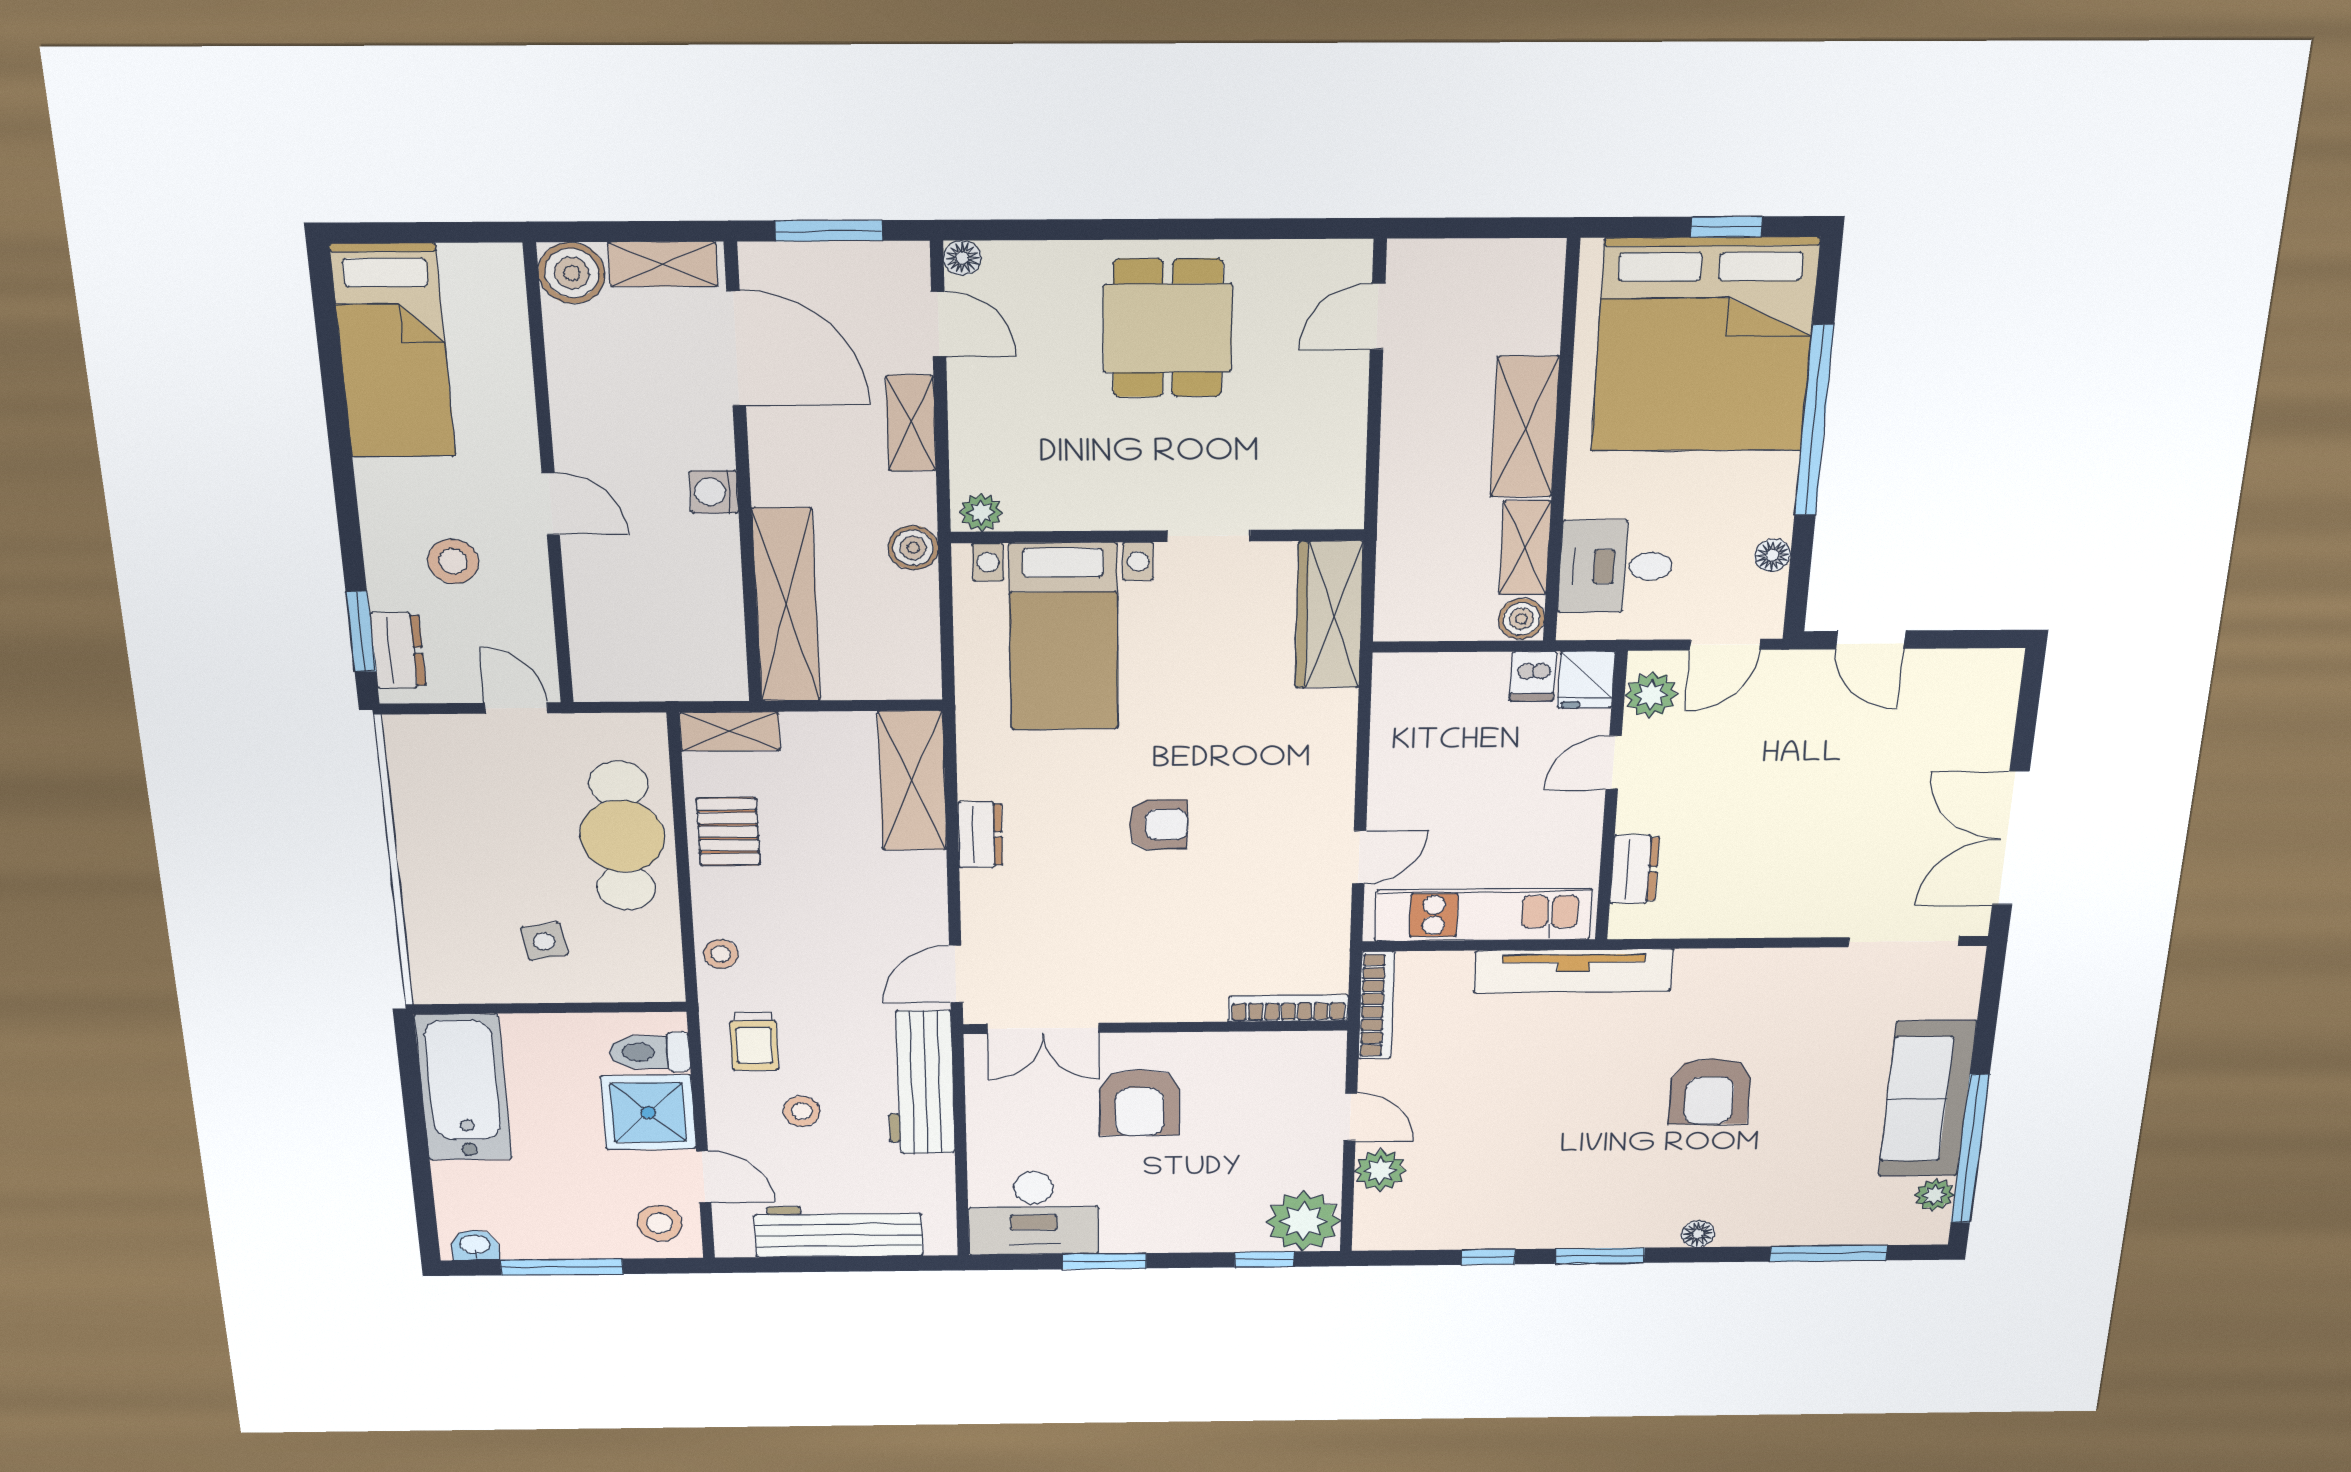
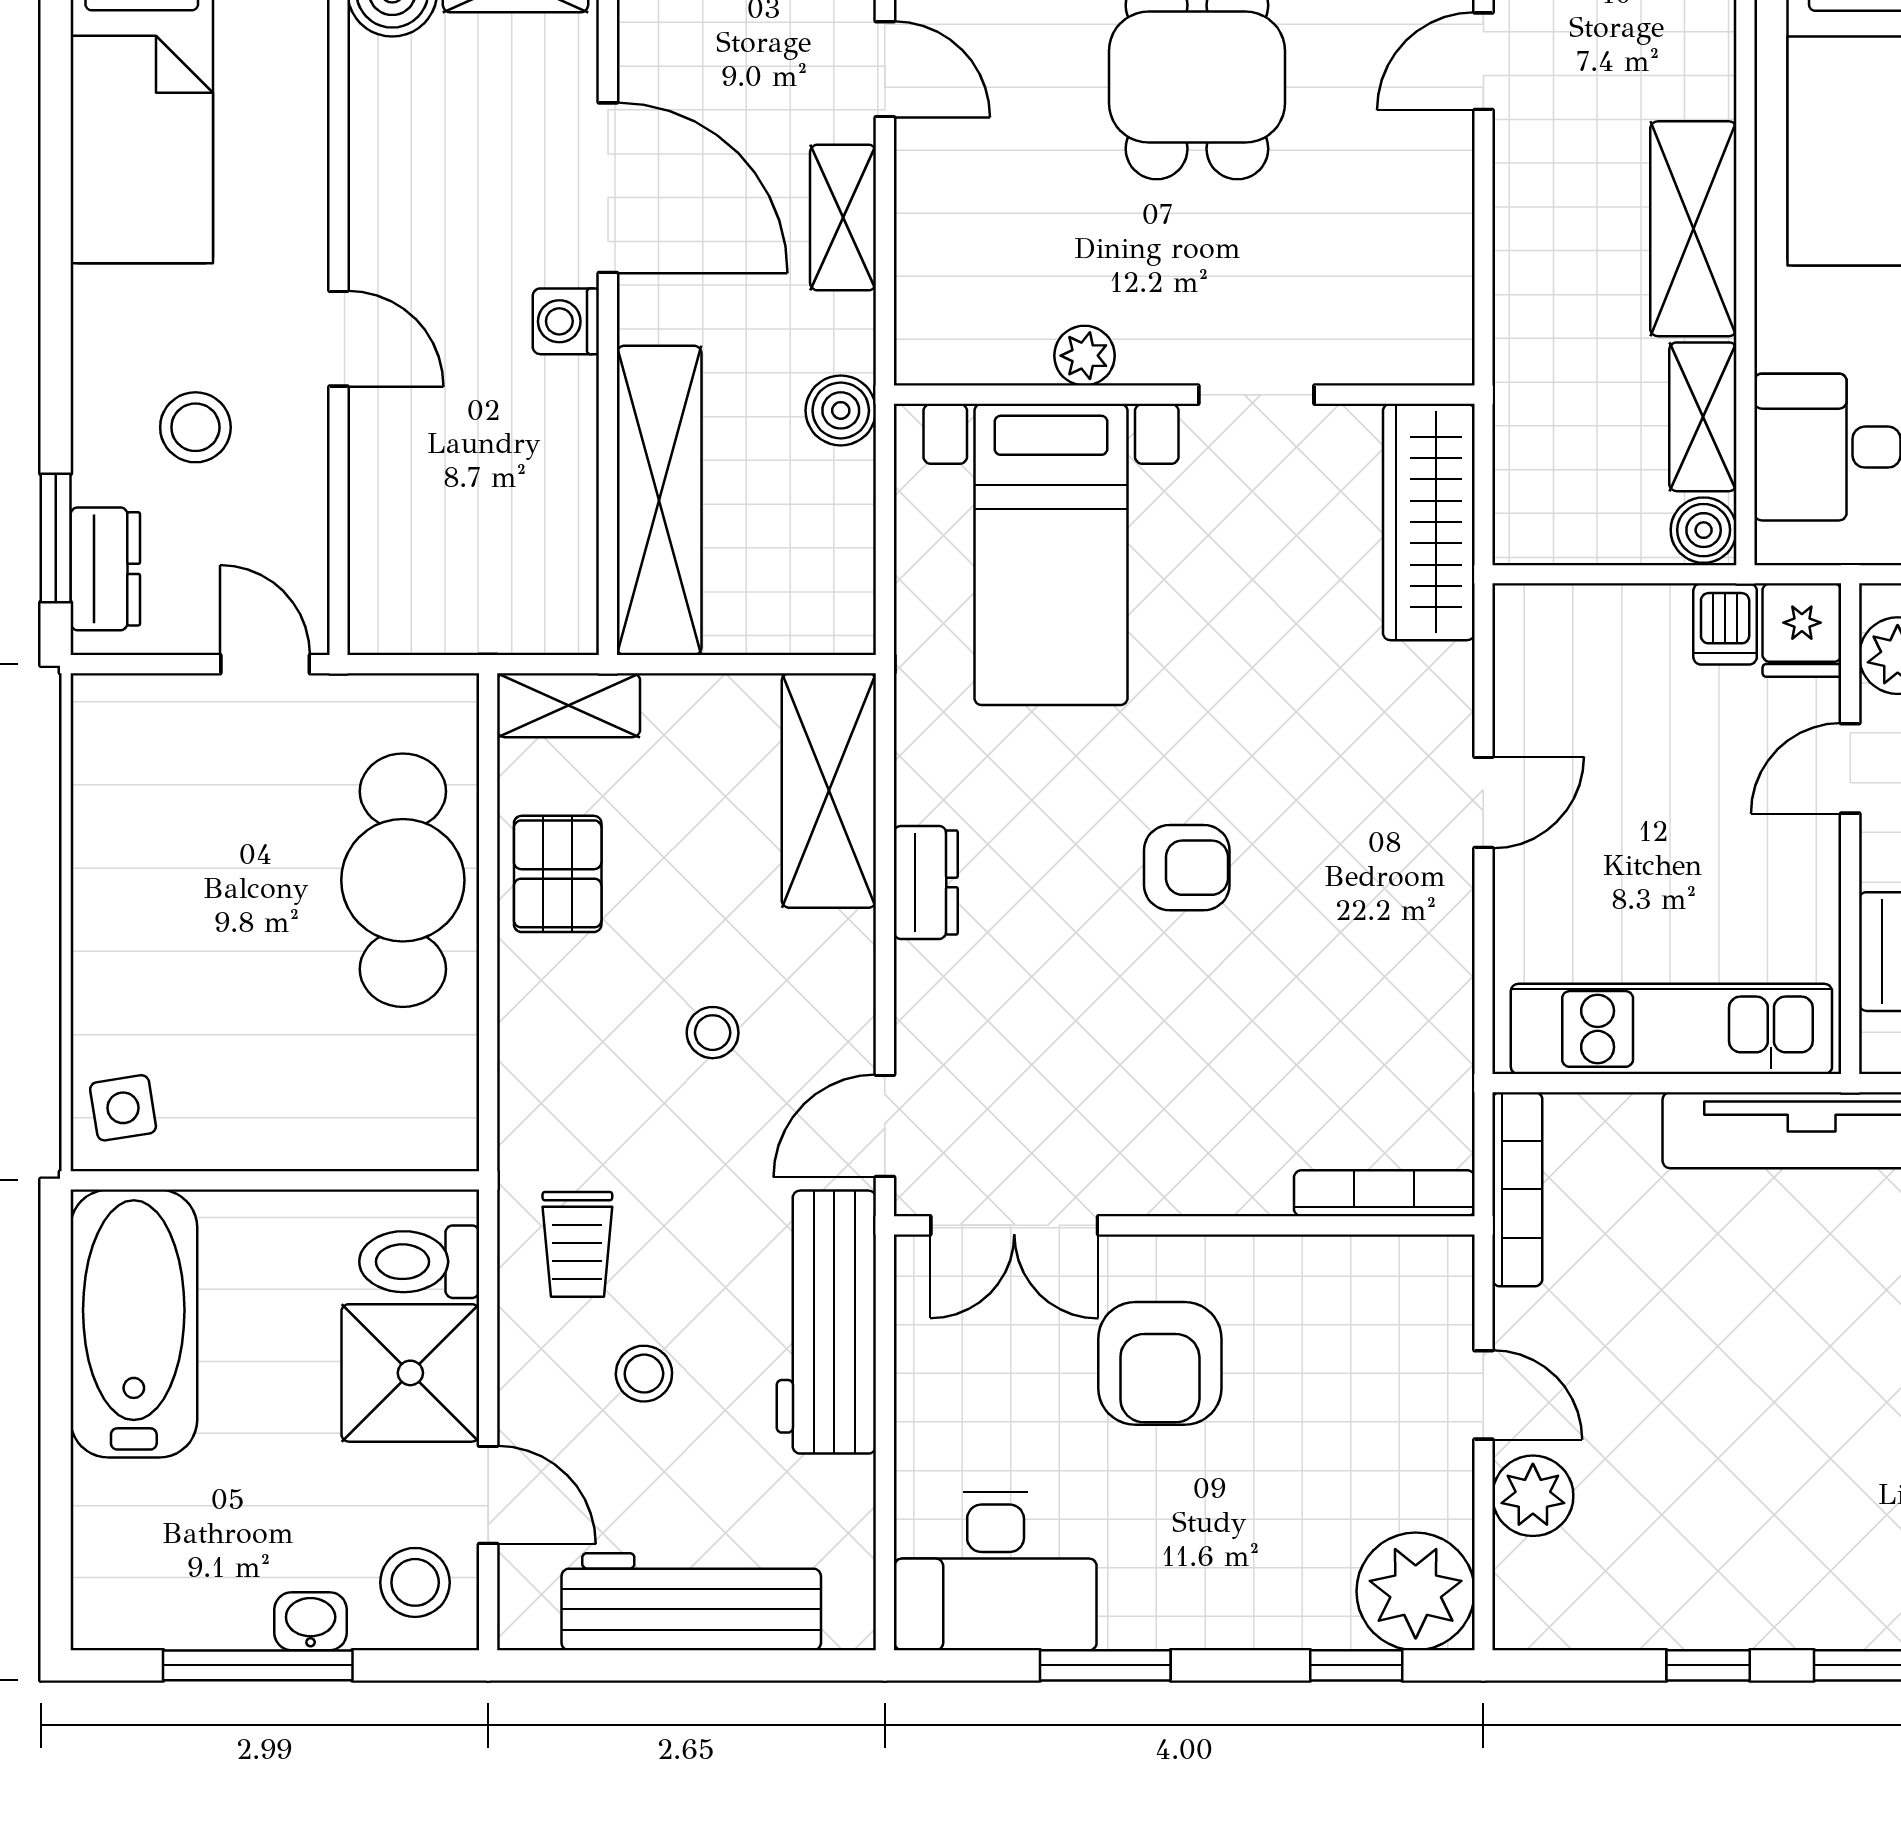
door: (736, 349) -> (608, 188), moved
plant: (981, 512) -> (1084, 356), moved
door: (1359, 857) -> (1483, 802), moved
side table: (544, 941) -> (123, 1108), moved
stool: (721, 954) -> (713, 1033), moved
washbasin: (475, 1245) -> (311, 1621), moved

